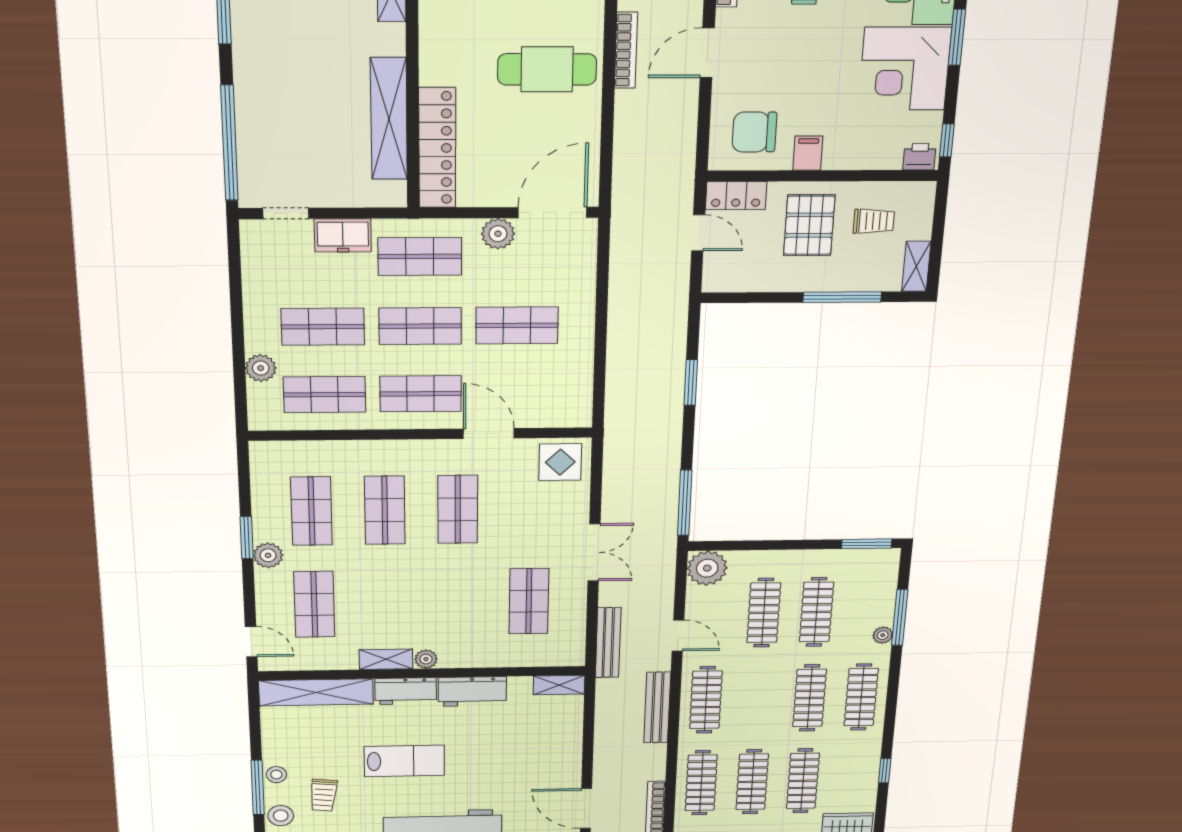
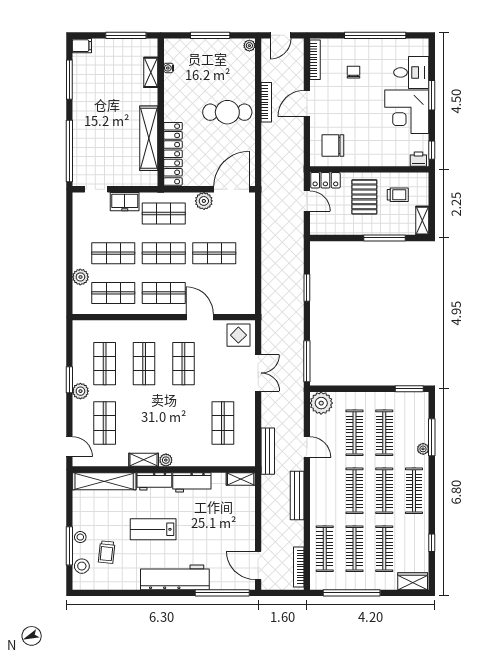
filing cabinet: (808, 153) -> (361, 157), removed
double door: (594, 552) -> (258, 373), moved
clothes rail: (706, 700) -> (354, 491), moved
lab bench: (404, 761) -> (153, 529), turned 180

